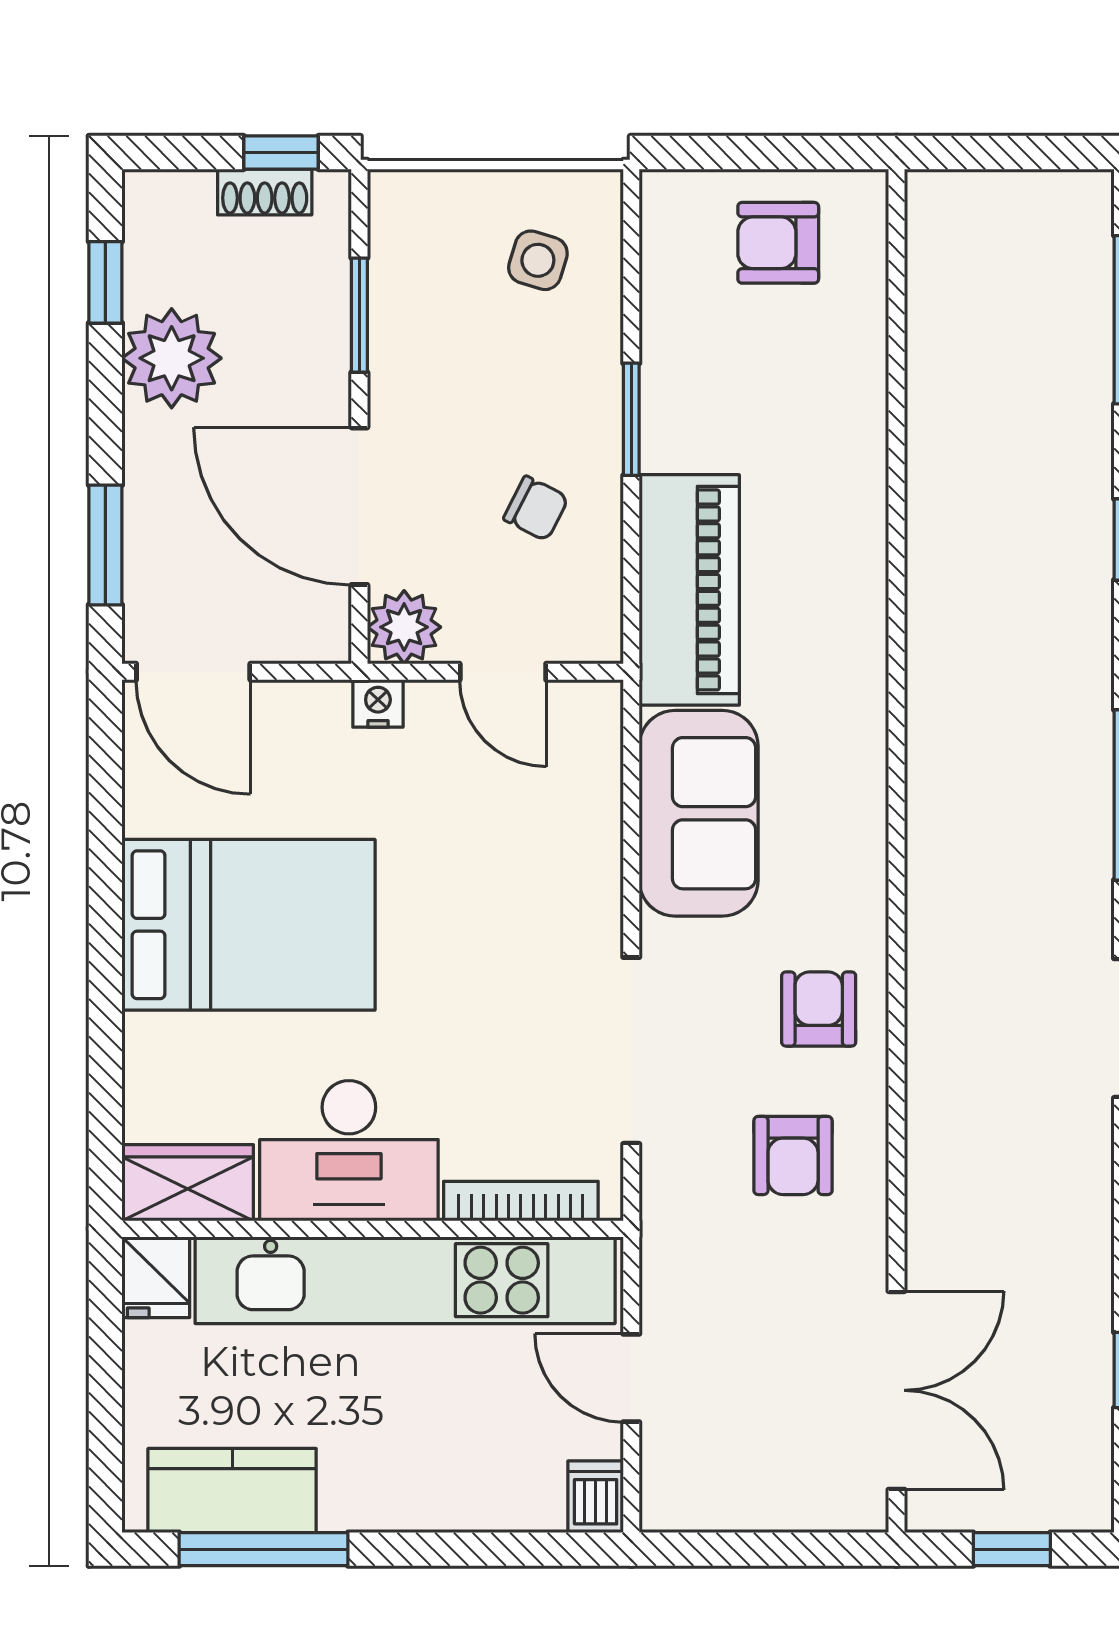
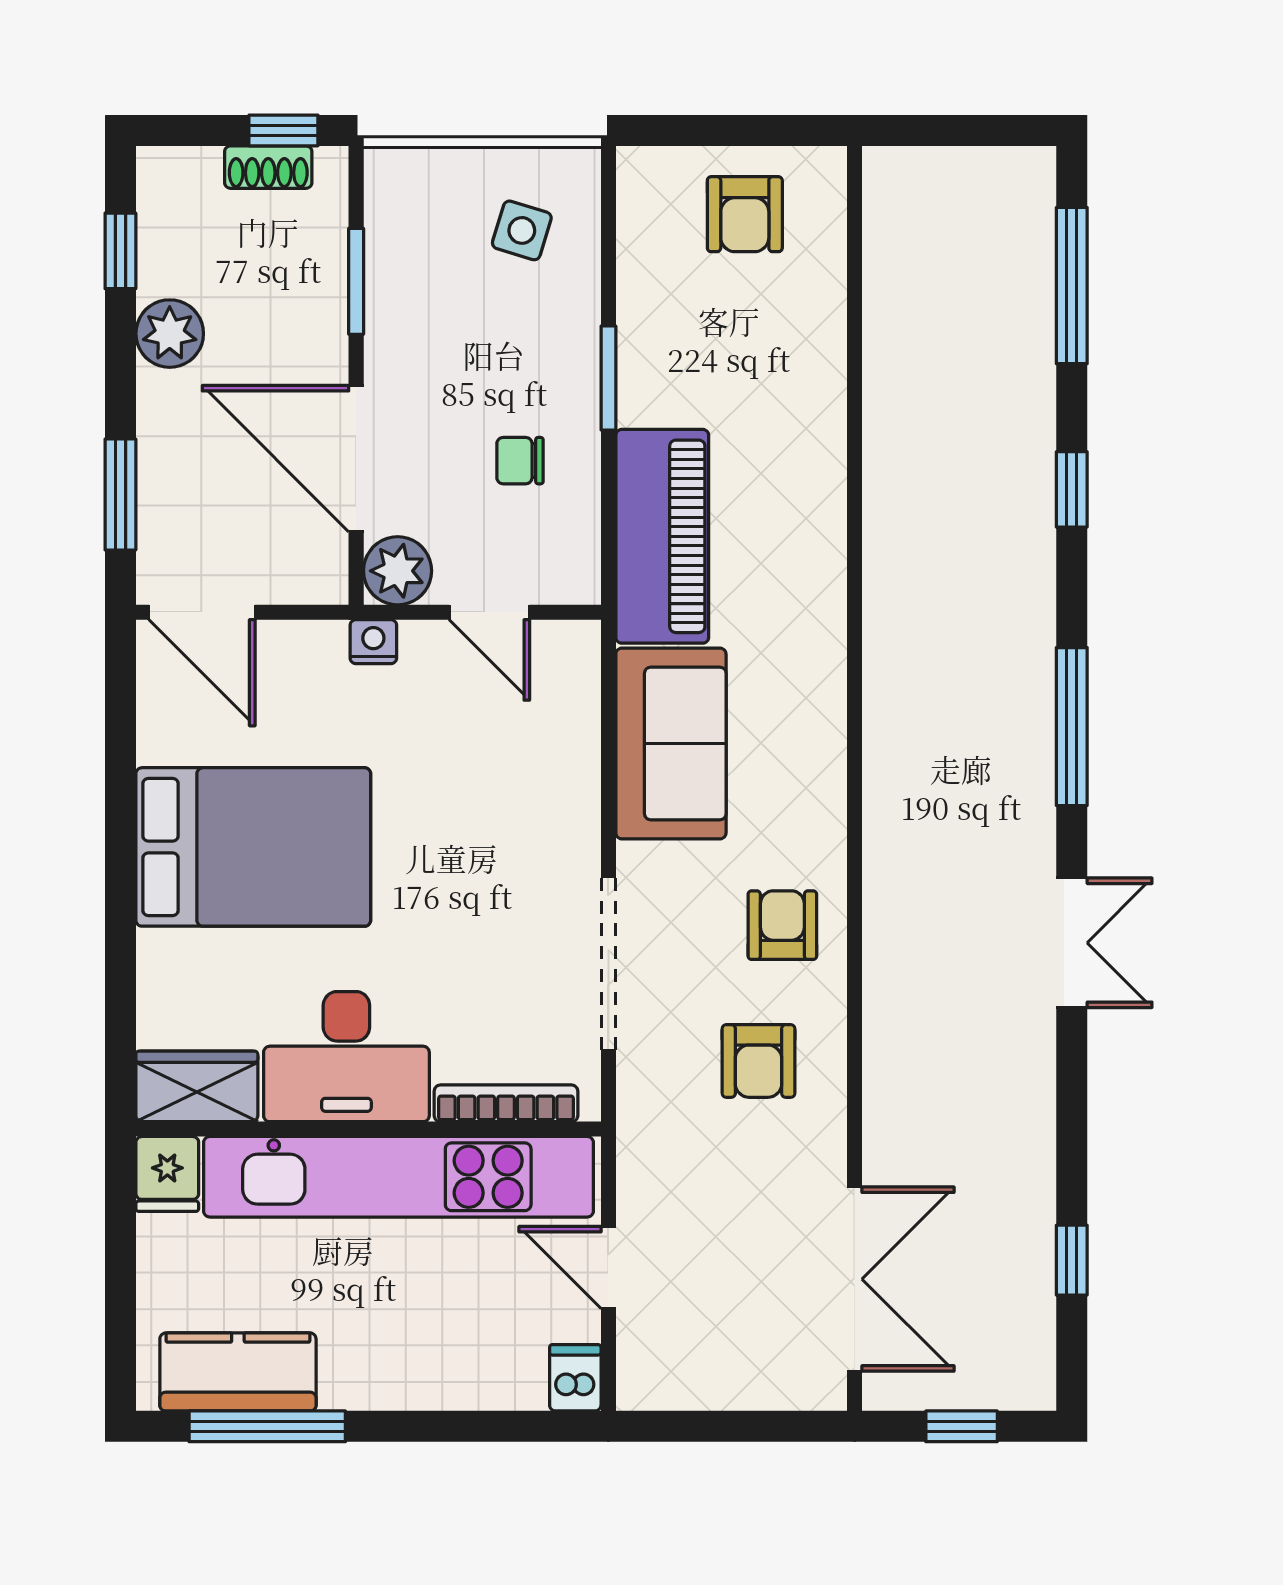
armchair: (778, 243) -> (745, 214), turned -90
plant: (172, 358) -> (170, 334), width x0.73, depth x0.73
chair: (536, 508) -> (520, 461), turned 153

